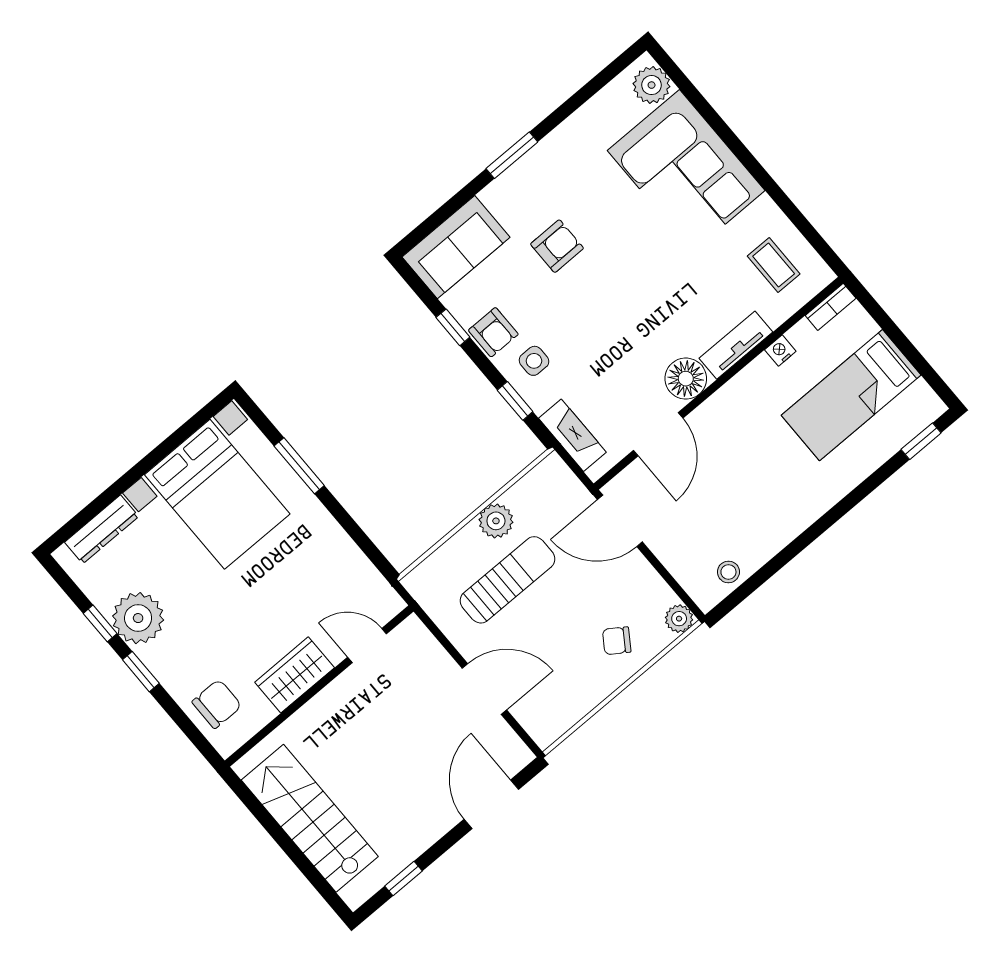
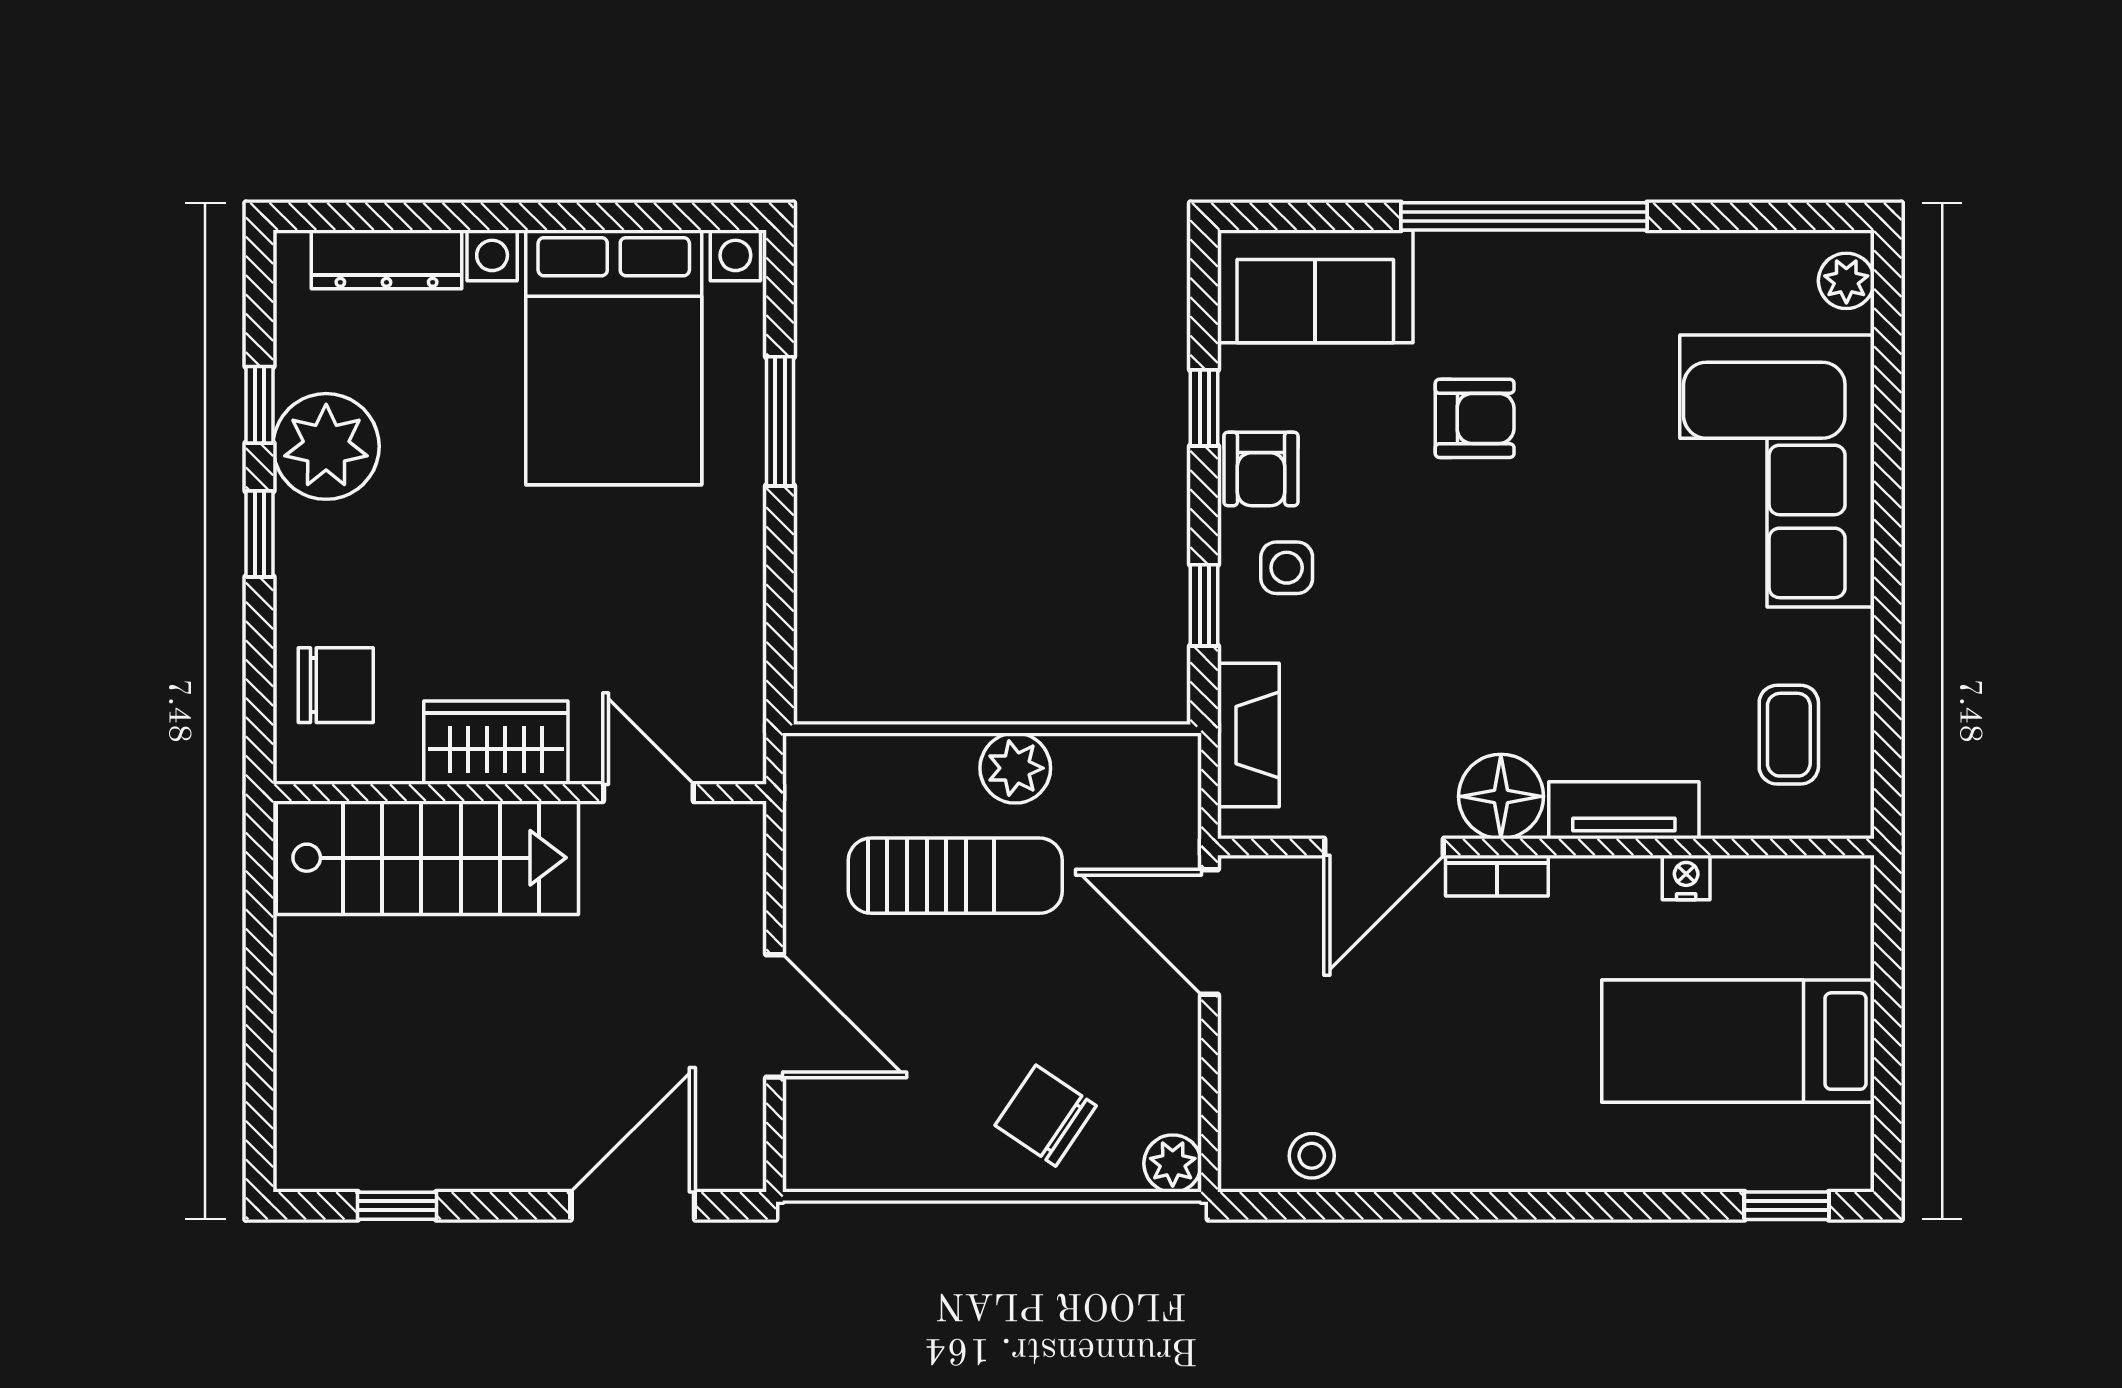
plant: (652, 85) -> (1846, 281), width x0.73, depth x0.73
window: (512, 155) -> (1524, 216), width x2.11
bookcase: (831, 307) -> (1497, 876), moved
chair: (617, 641) -> (1046, 1116), width x1.37, depth x1.37
stairs: (310, 818) -> (427, 858), moved, turned 90

